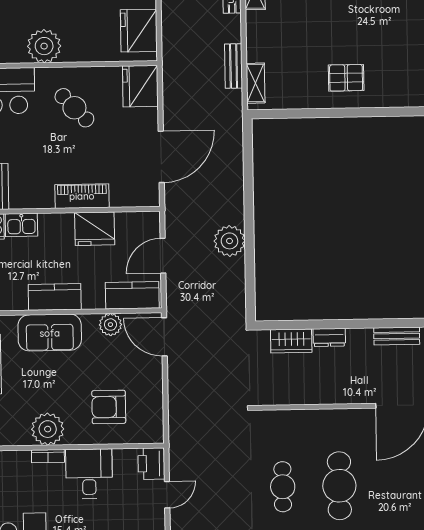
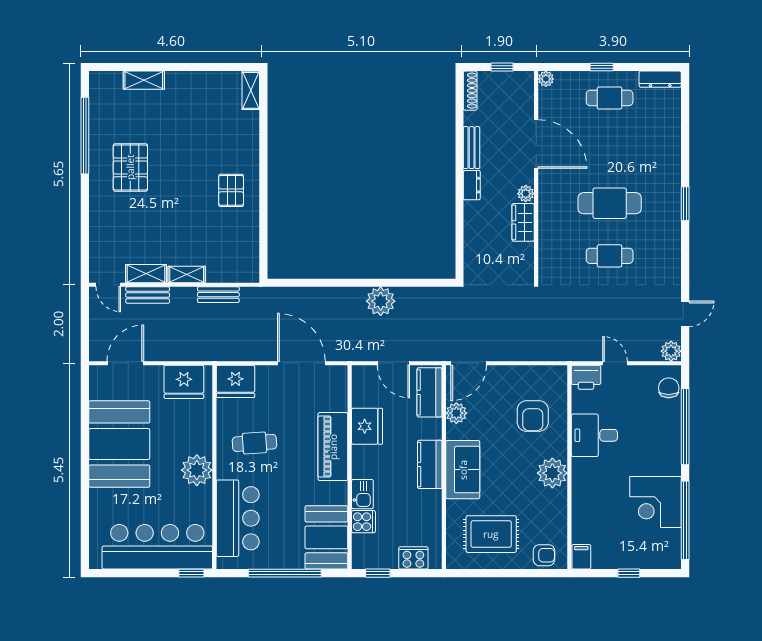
shelving: (256, 83) -> (187, 274), moved
cafe table: (74, 108) -> (254, 443), turned 40
piano: (82, 196) -> (333, 447), width x1.37, depth x1.33
dresser: (329, 337) -> (472, 185), moved
wardrobe: (291, 341) -> (523, 222), moved, turned 180
plant: (348, 395) -> (526, 194), added
bookcase: (48, 456) -> (577, 473), removed

